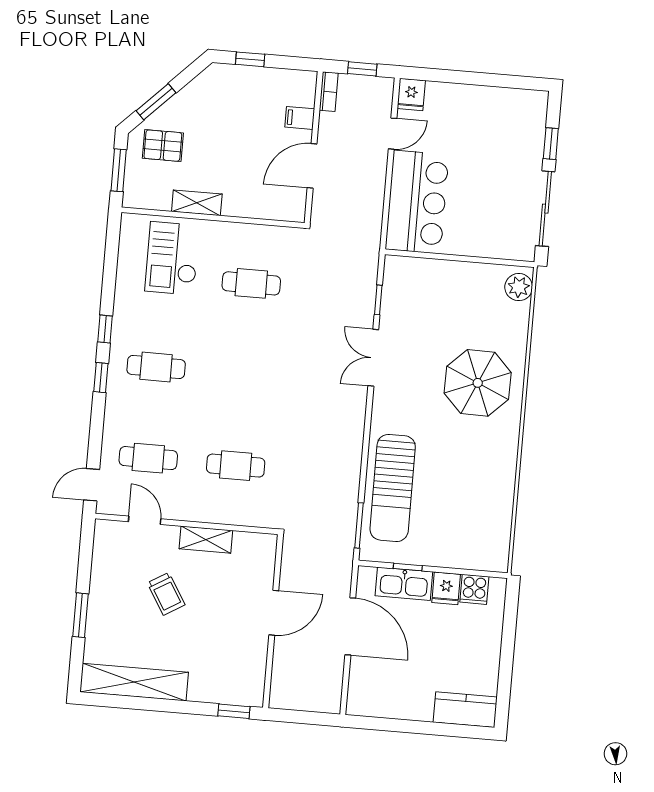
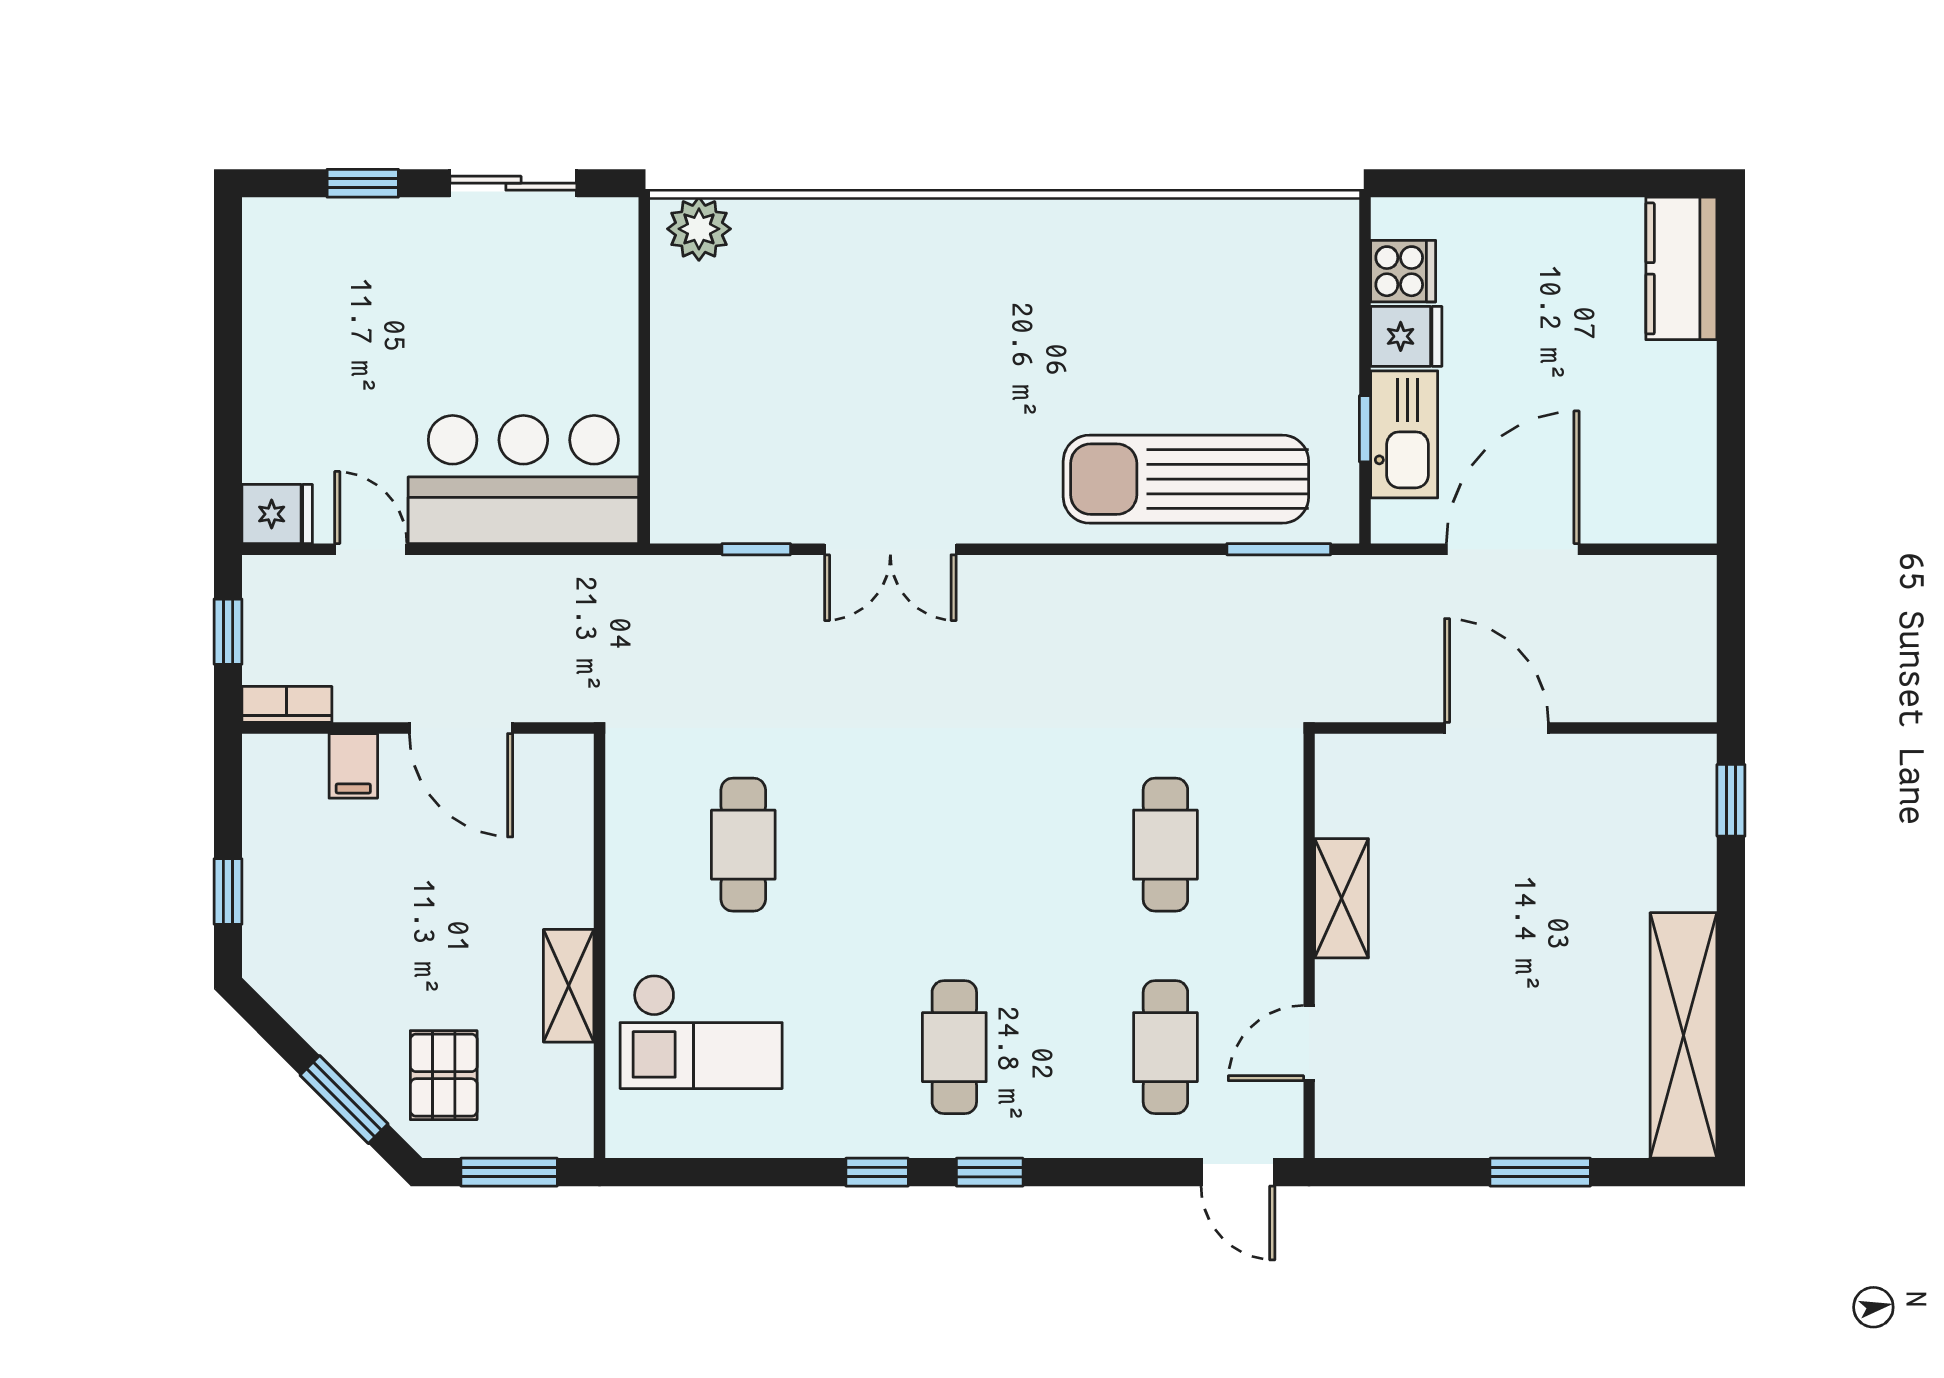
sliding door: (545, 209) -> (513, 183), width x0.73
parasol: (478, 383) -> (928, 304), removed
sun lounger: (393, 488) -> (1186, 479), turned 180
trolley: (166, 594) -> (1474, 979), removed

